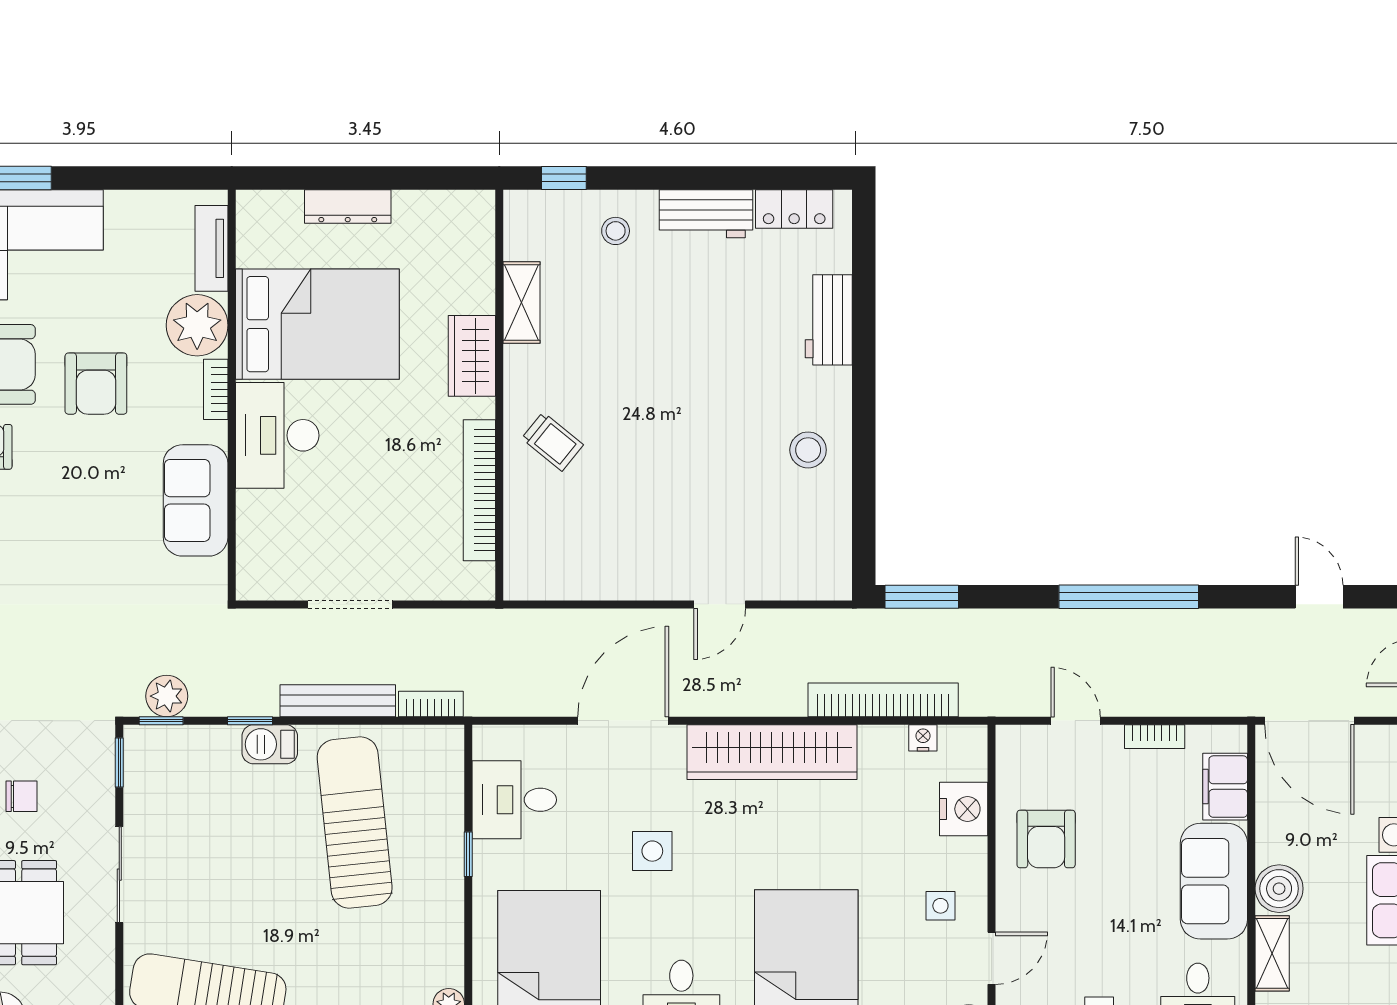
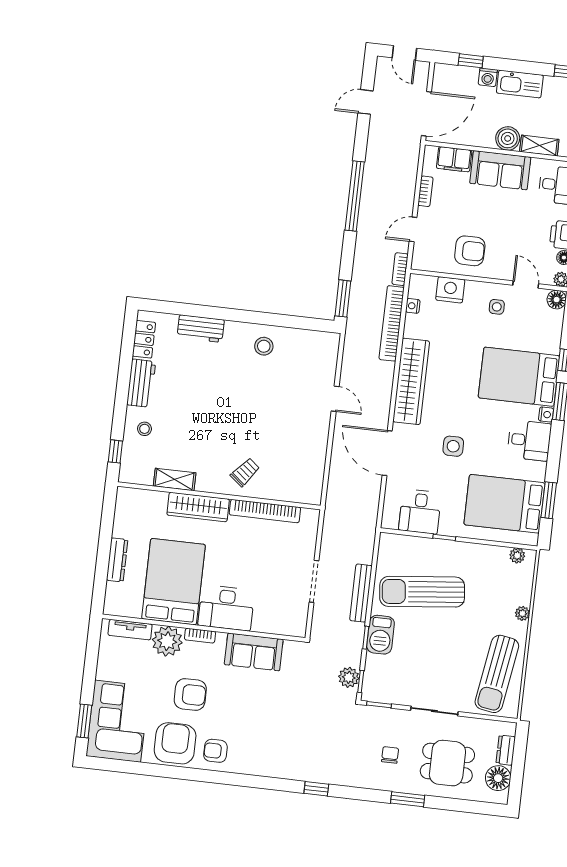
wardrobe: (472, 356) -> (198, 507), width x1.50
bookcase: (431, 704) -> (400, 269), moved
barbecue: (270, 744) -> (381, 635), width x1.38, depth x1.27

